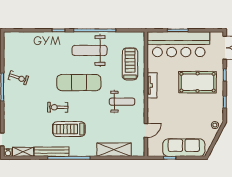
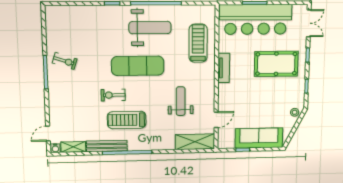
weight bench: (90, 50) -> (150, 28), turned 180
weight bench: (122, 102) -> (181, 101), moved, turned -90
shelving: (114, 150) -> (195, 142), moved

